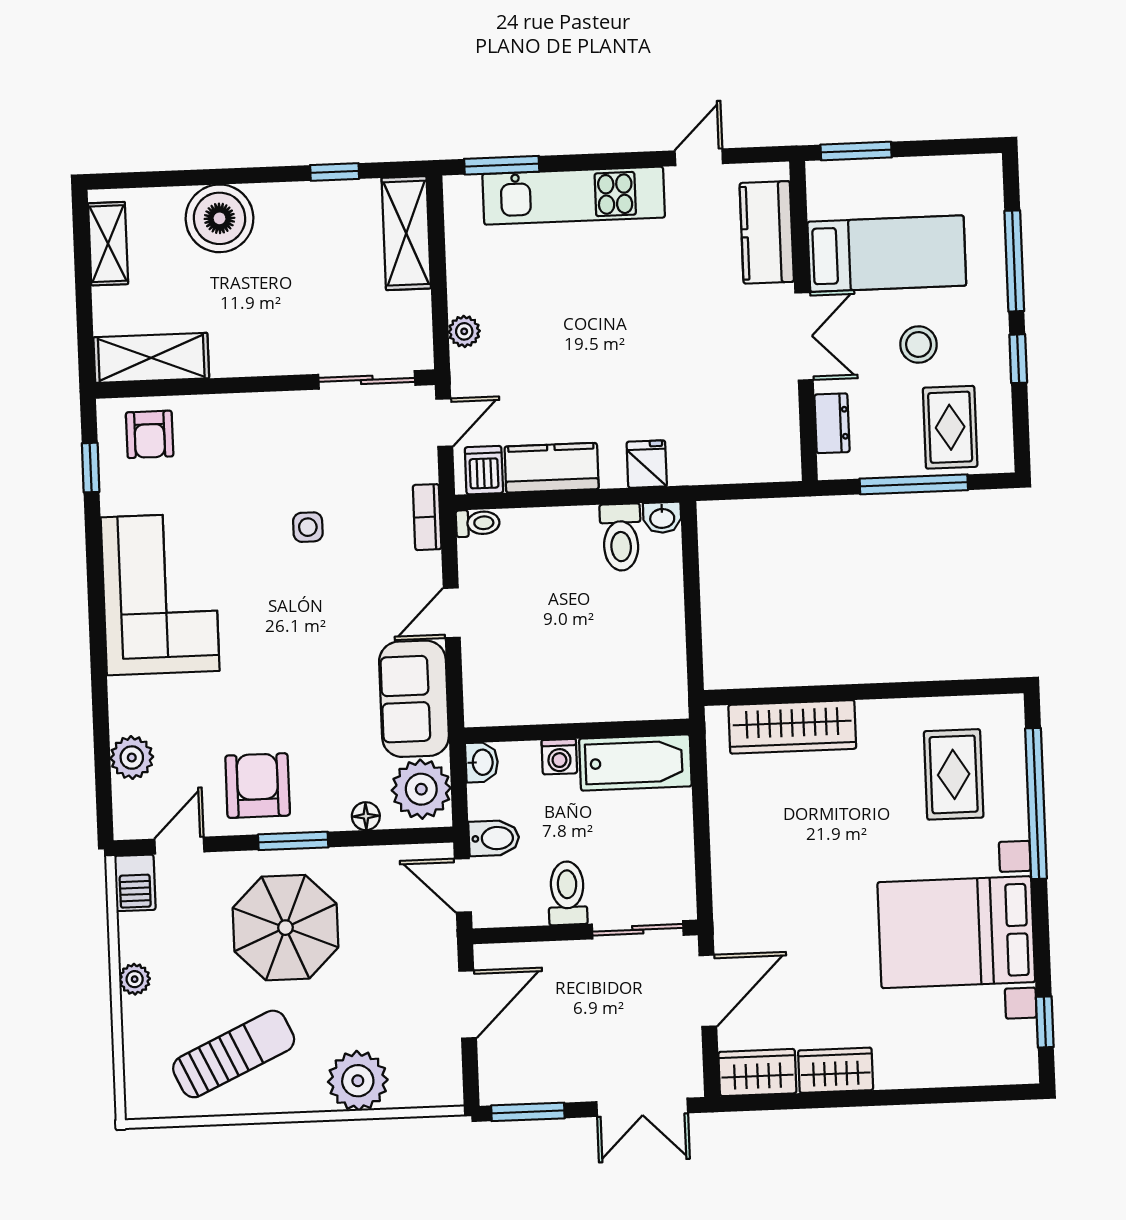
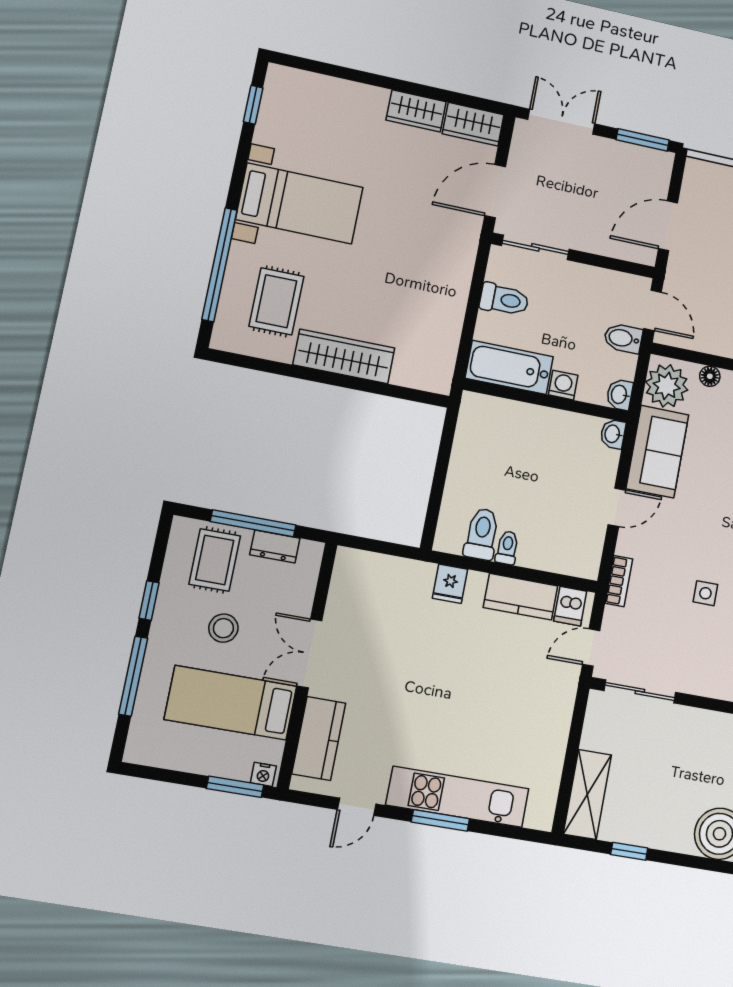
window: (502, 165) -> (440, 820), moved
nightstand: (825, 173) -> (263, 774), added
plant: (464, 331) -> (561, 712), removed
dresser: (832, 423) -> (275, 546), moved, turned -90
washbasin: (662, 518) -> (613, 434), moved, turned -90
toilet: (478, 523) -> (507, 548), moved, turned 90
wardrobe: (792, 727) -> (344, 356), moved
toilet: (567, 893) -> (504, 300), moved, turned -90
bed with nightstands: (956, 932) -> (299, 203), width x0.73

